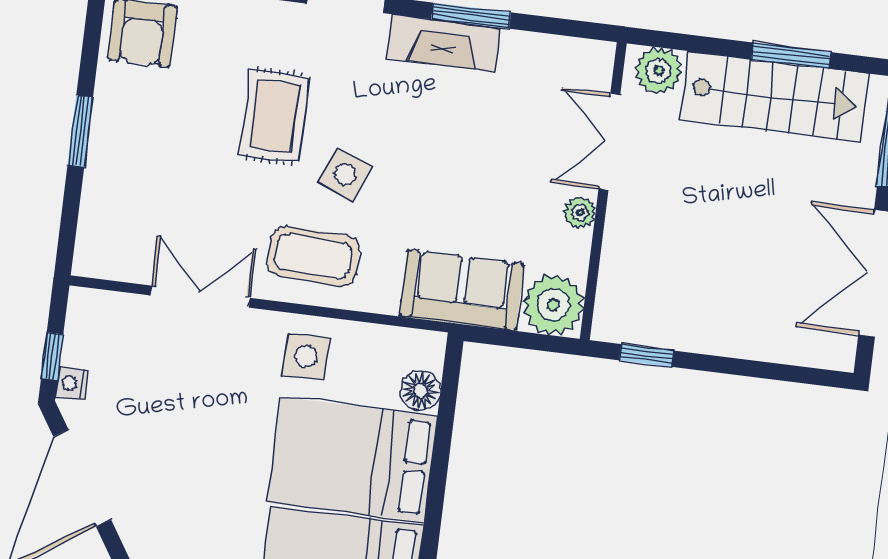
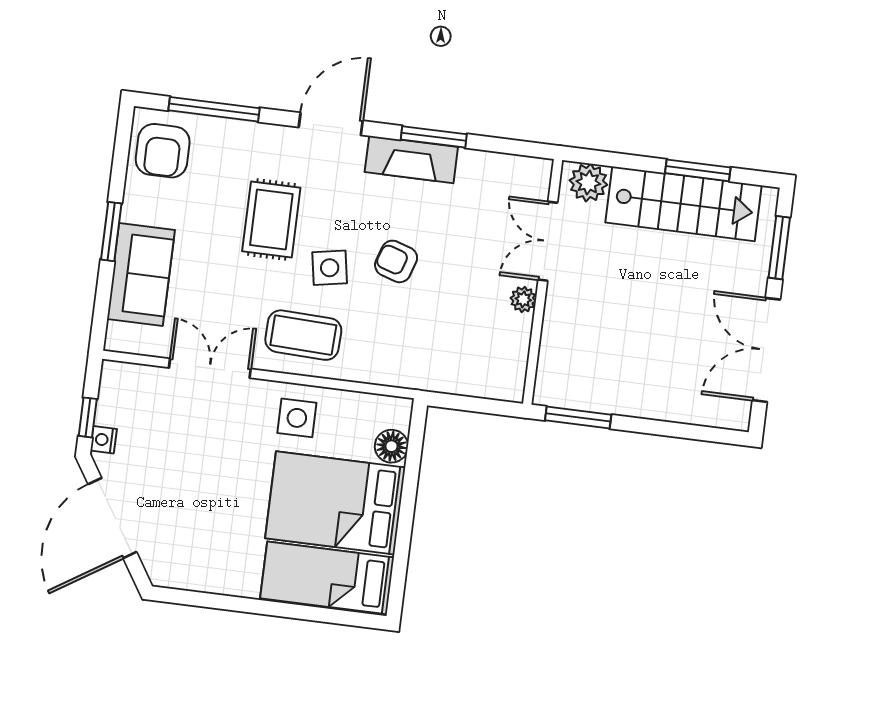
armchair: (426, 167) -> (396, 261), added
side table: (345, 174) -> (330, 268), turned -32
sofa: (462, 290) -> (141, 275), moved, turned 90
plant: (553, 305) -> (501, 376), removed
window: (647, 355) -> (578, 418), width x1.50

